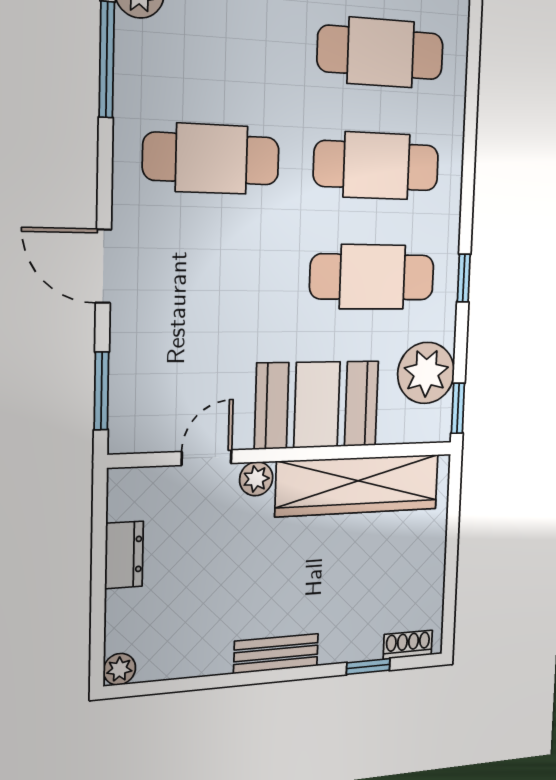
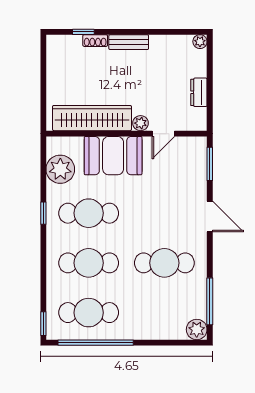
window: (458, 408) -> (43, 324), moved
shoe rack: (408, 645) -> (95, 41), moved

